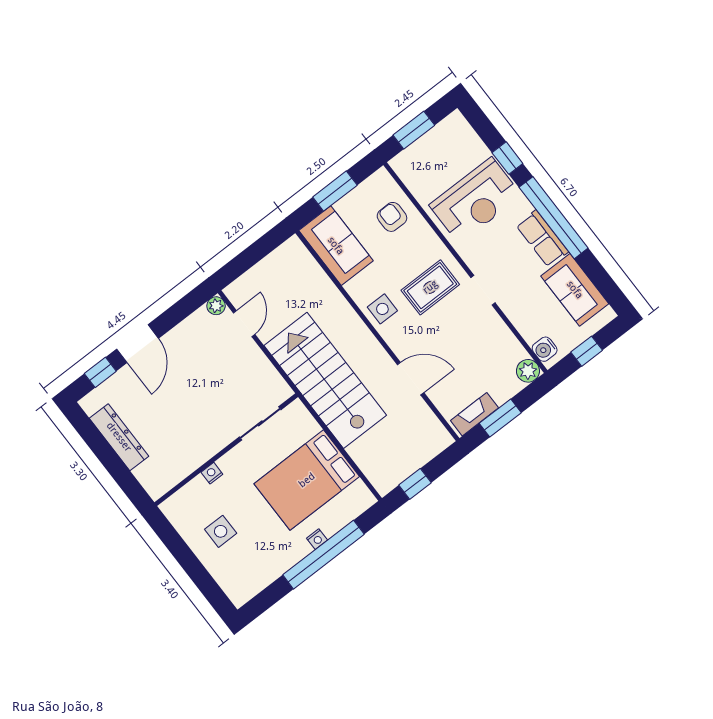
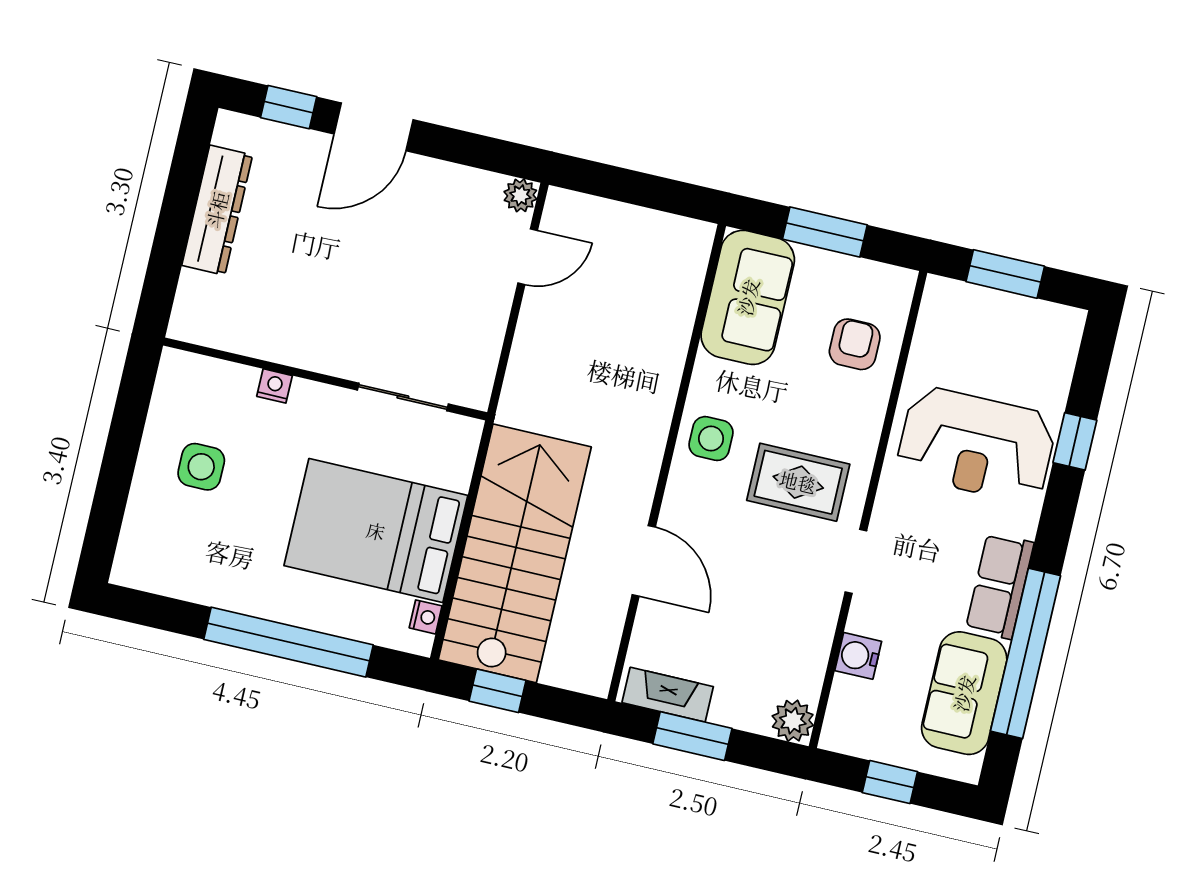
window: (554, 218) -> (1026, 653), moved
water cooler: (545, 349) -> (858, 656), moved
stairs: (325, 380) -> (515, 553), moved
nightstand: (317, 539) -> (426, 617), moved, turned -90

